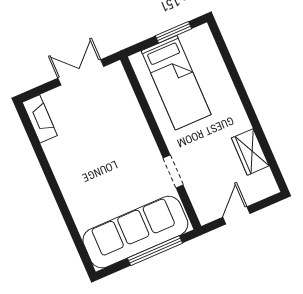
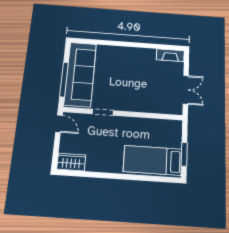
bed: (176, 83) -> (153, 160), moved
wardrobe: (250, 152) -> (71, 162), moved
door: (236, 215) -> (59, 124), moved

